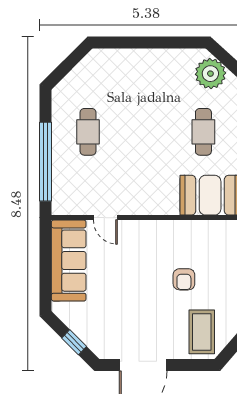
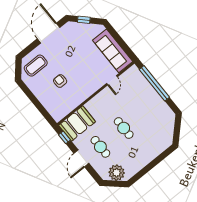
cafe table: (88, 132) -> (124, 128), moved
door: (105, 218) -> (112, 80), swing flipped
coffee table: (202, 332) -> (36, 66), turned 90

